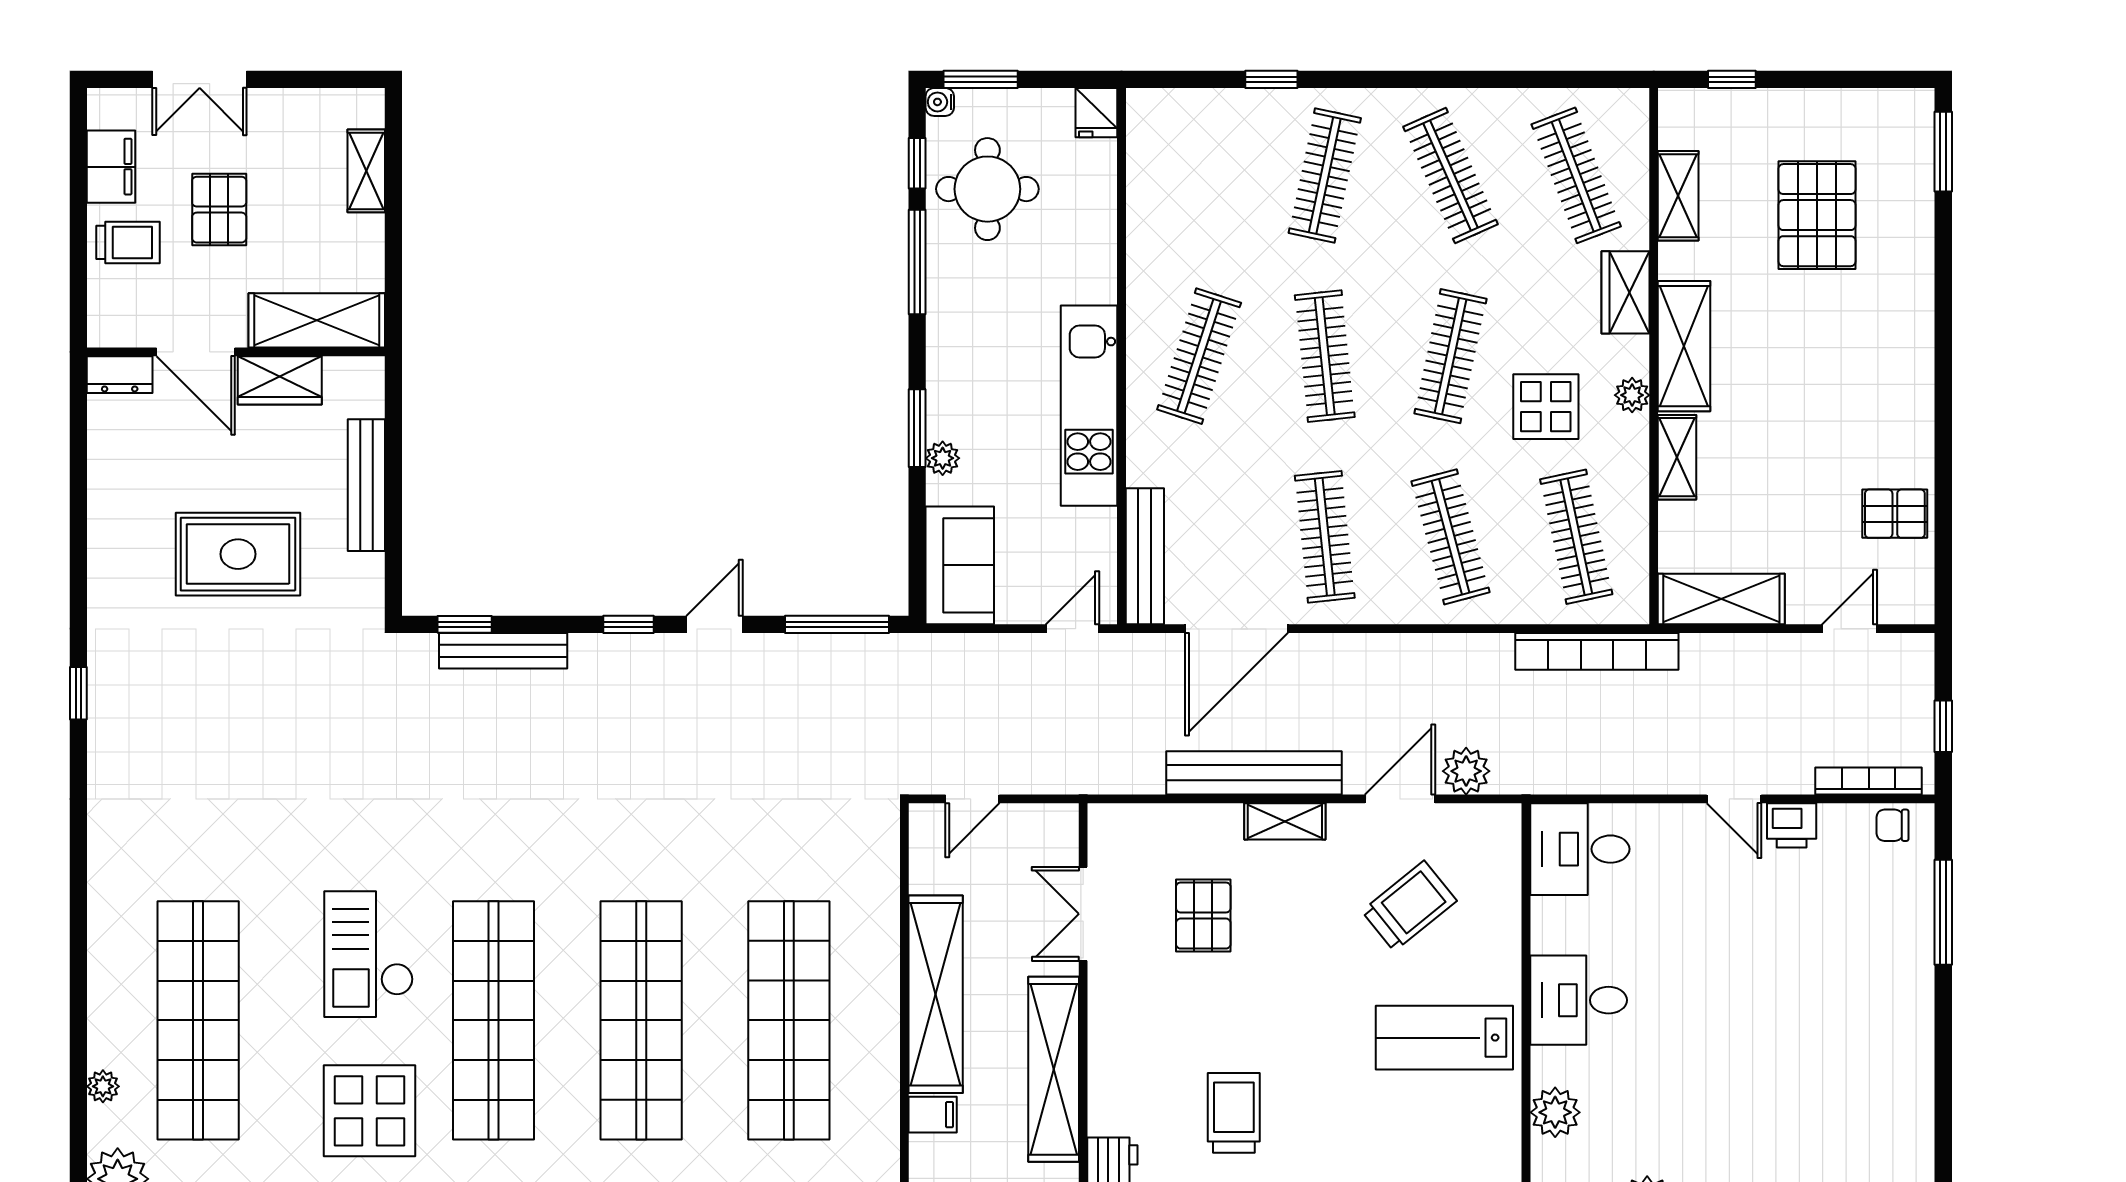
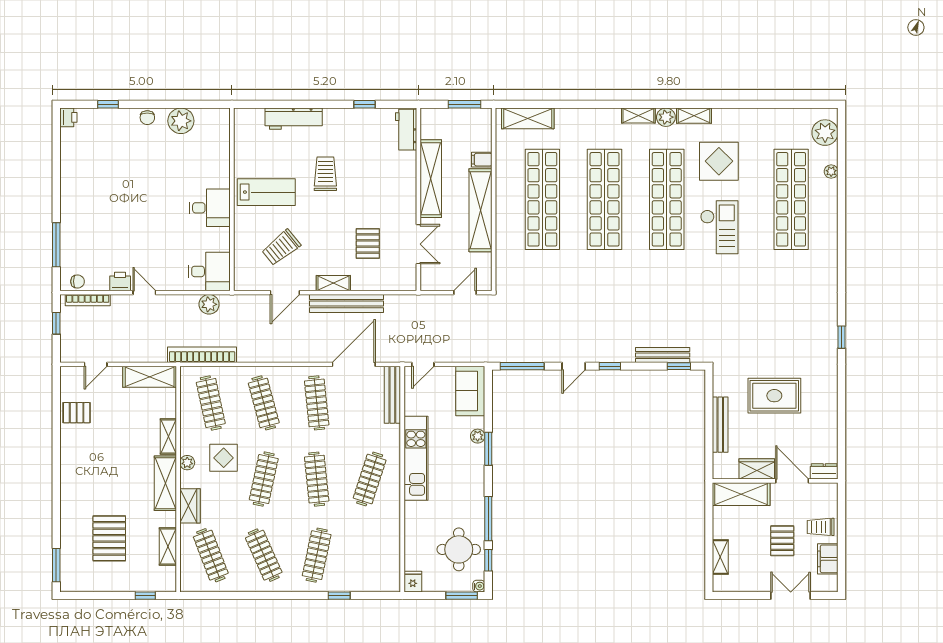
plant: (1466, 771) -> (209, 304), moved
plant: (1555, 1112) -> (220, 161), removed
trolley: (1234, 1113) -> (325, 174), moved, turned 180

